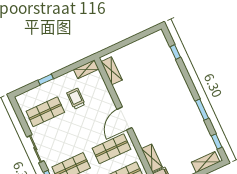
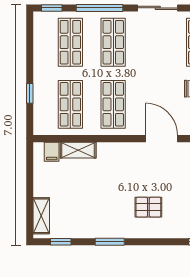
pallet: (168, 95) -> (148, 207), added
door: (125, 118) -> (162, 139), moved

